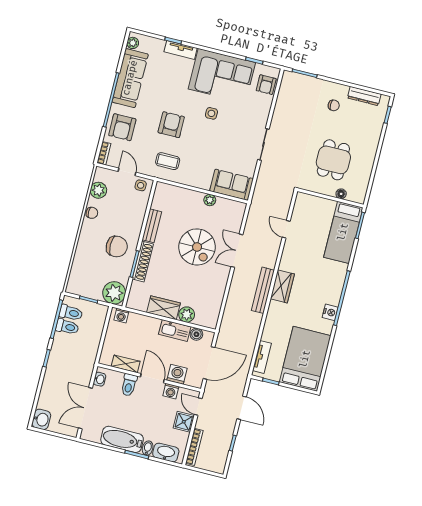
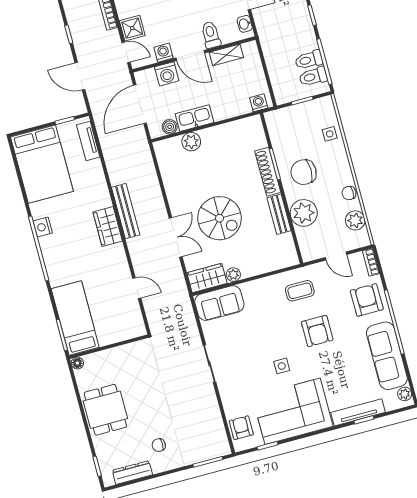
tv unit: (181, 50) -> (358, 412), width x1.41
dining table: (333, 160) -> (105, 410), moved
side table: (141, 185) -> (330, 134), moved
floor lamp: (341, 194) -> (77, 363), moved
spiral stairs: (197, 247) -> (219, 218), turned 180
plant: (114, 293) -> (304, 213), moved
wardrobe: (164, 308) -> (207, 278), moved, turned 180

